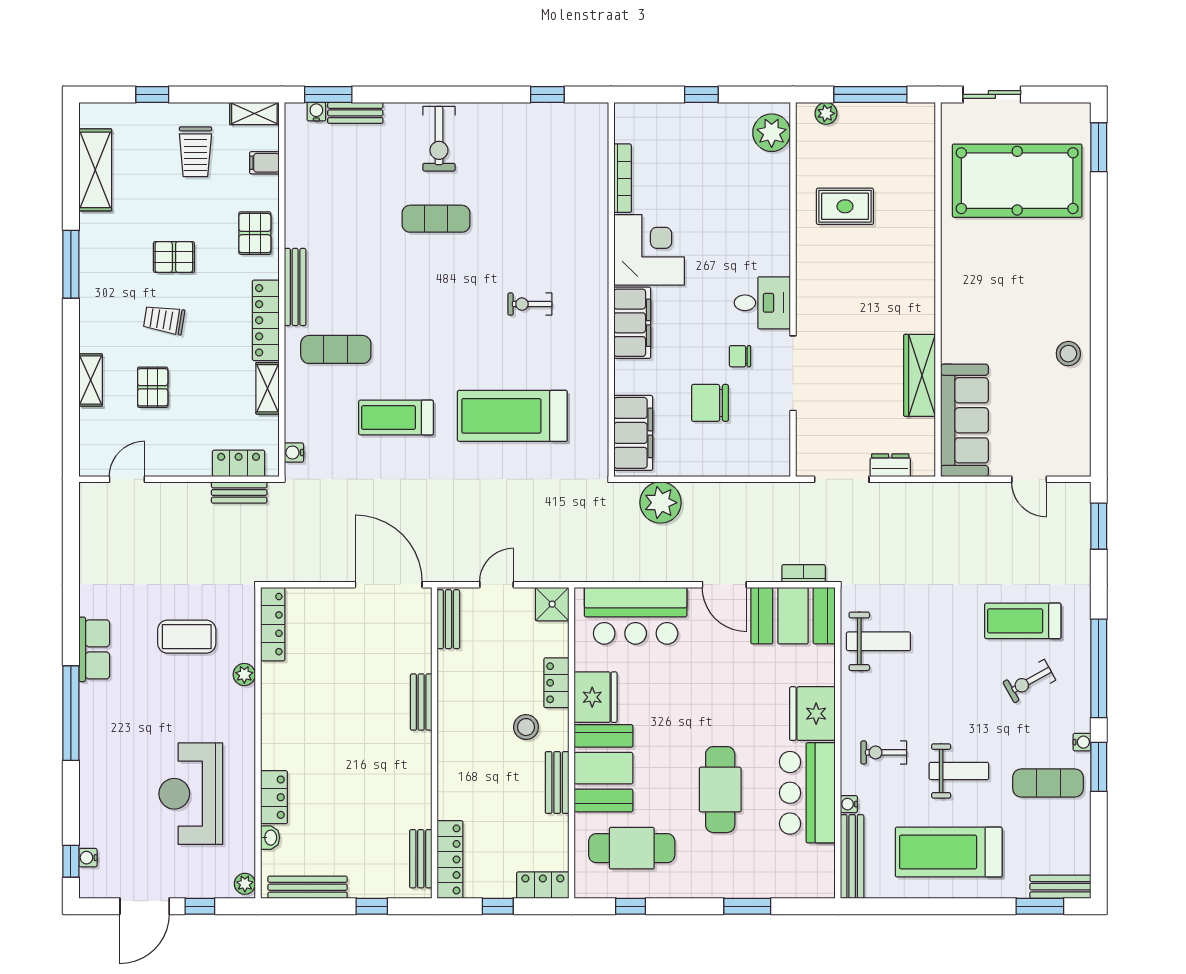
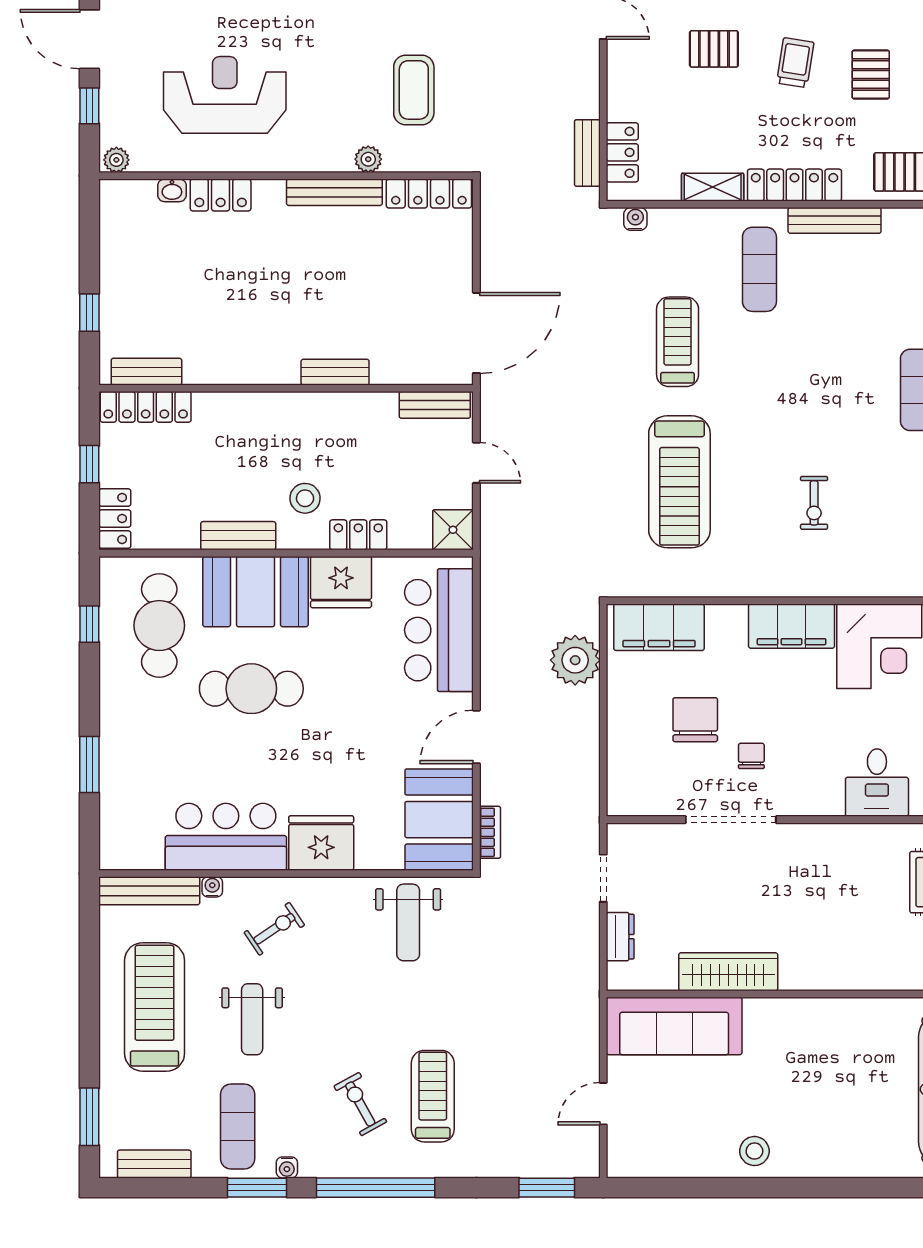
desk: (762, 303) -> (877, 783), moved
exercise bike: (530, 304) -> (814, 503), turned 180
treadmill: (512, 416) -> (679, 482), turned 180
doorway: (842, 479) -> (603, 878), width x0.73
exercise bike: (884, 752) -> (274, 929), turned 56
cafe table: (720, 790) -> (251, 689), moved
bench: (308, 887) -> (334, 192), moved, turned 90
bench: (1060, 887) -> (154, 1164), moved, turned 90

